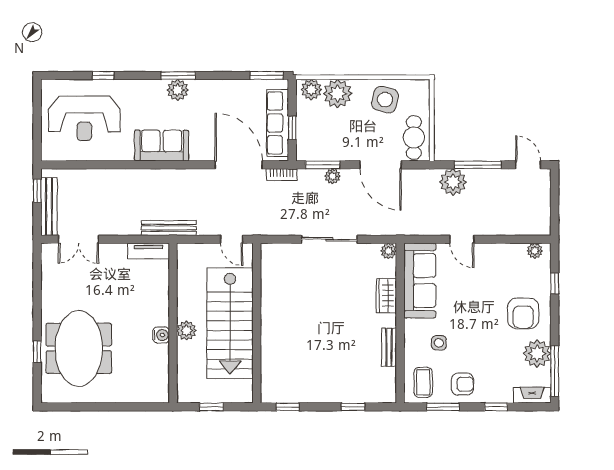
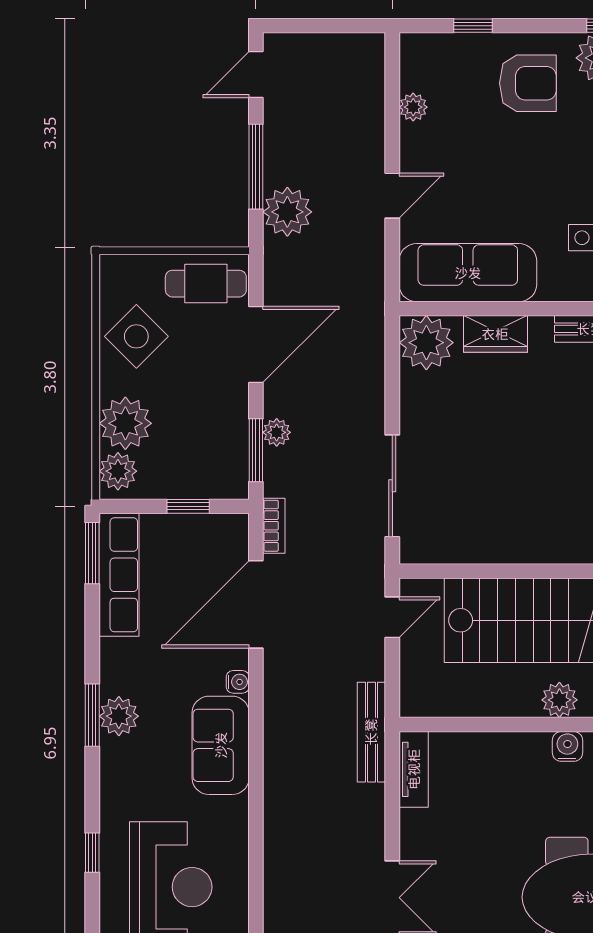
side table: (385, 100) -> (136, 336), turned 31
row of seats: (278, 123) -> (119, 575), moved, turned -90
water cooler: (196, 155) -> (238, 682), added
sliding door: (329, 239) -> (392, 486), moved
plant: (388, 251) -> (426, 343), width x1.88, depth x1.88
plant: (535, 251) -> (413, 107), moved

